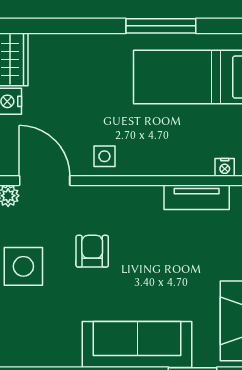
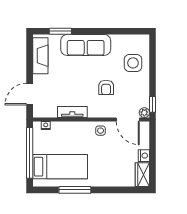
tv unit: (197, 197) -> (72, 112), moved
side table: (23, 266) -> (133, 63), moved

